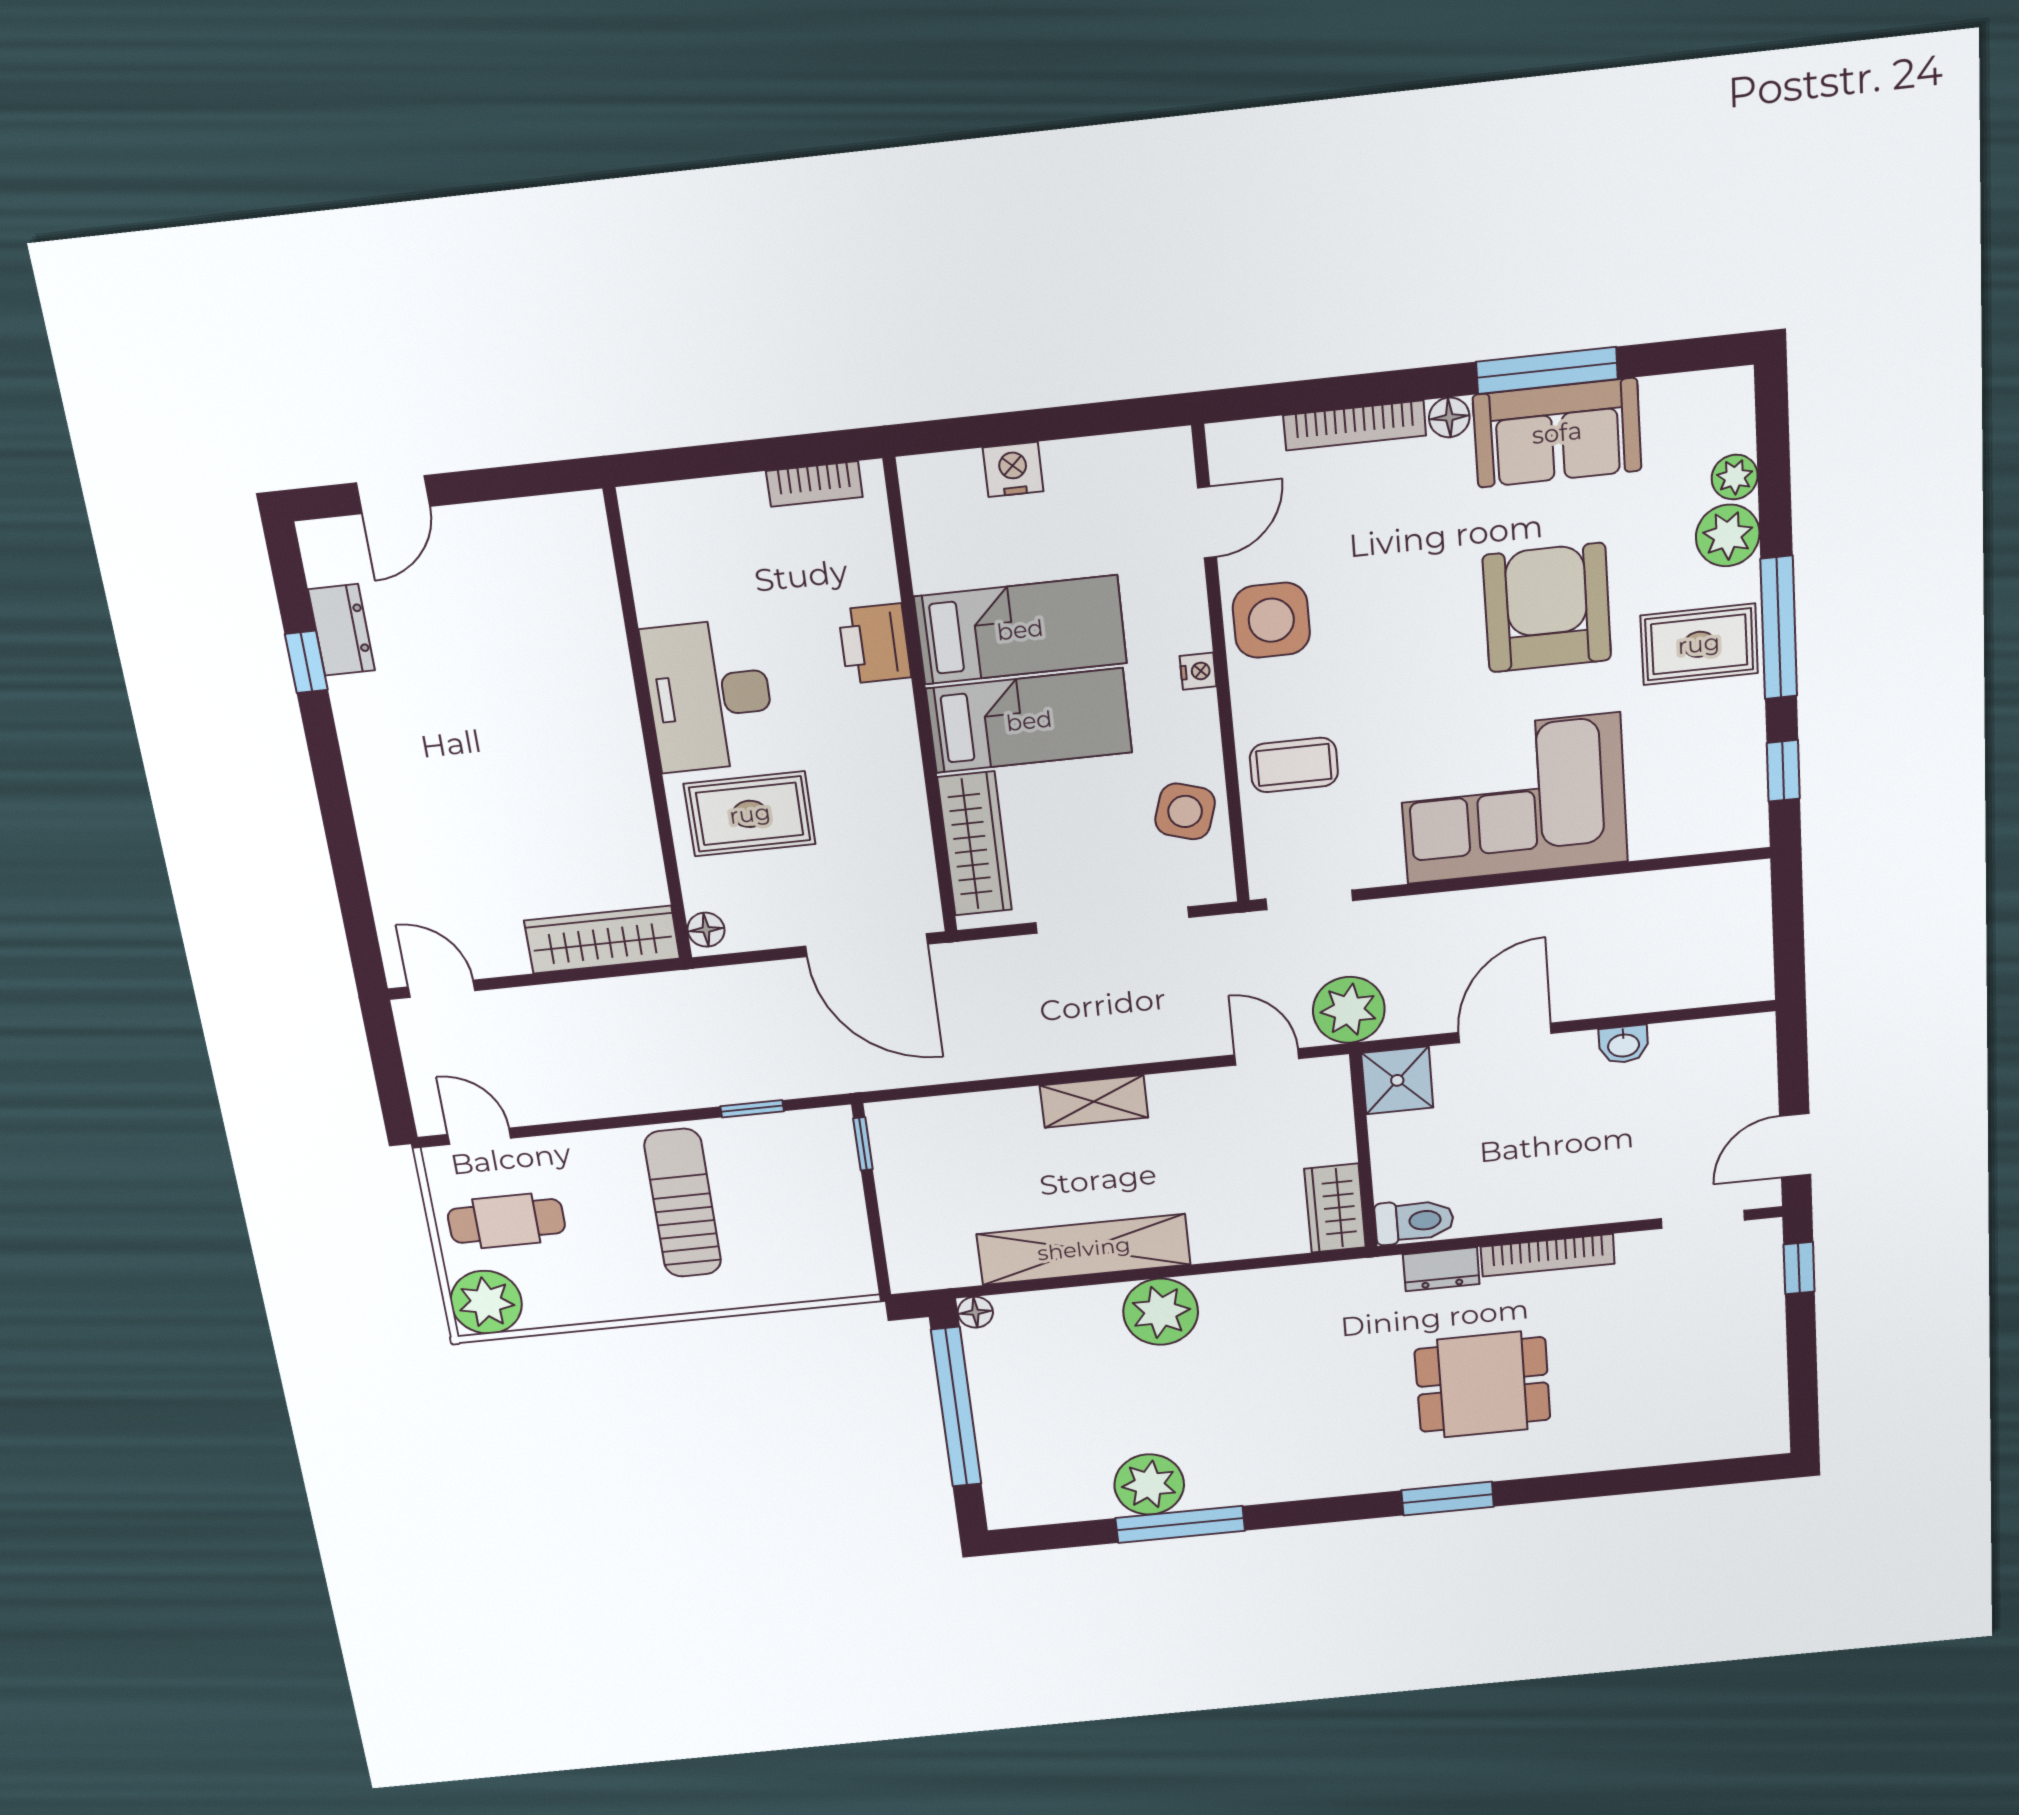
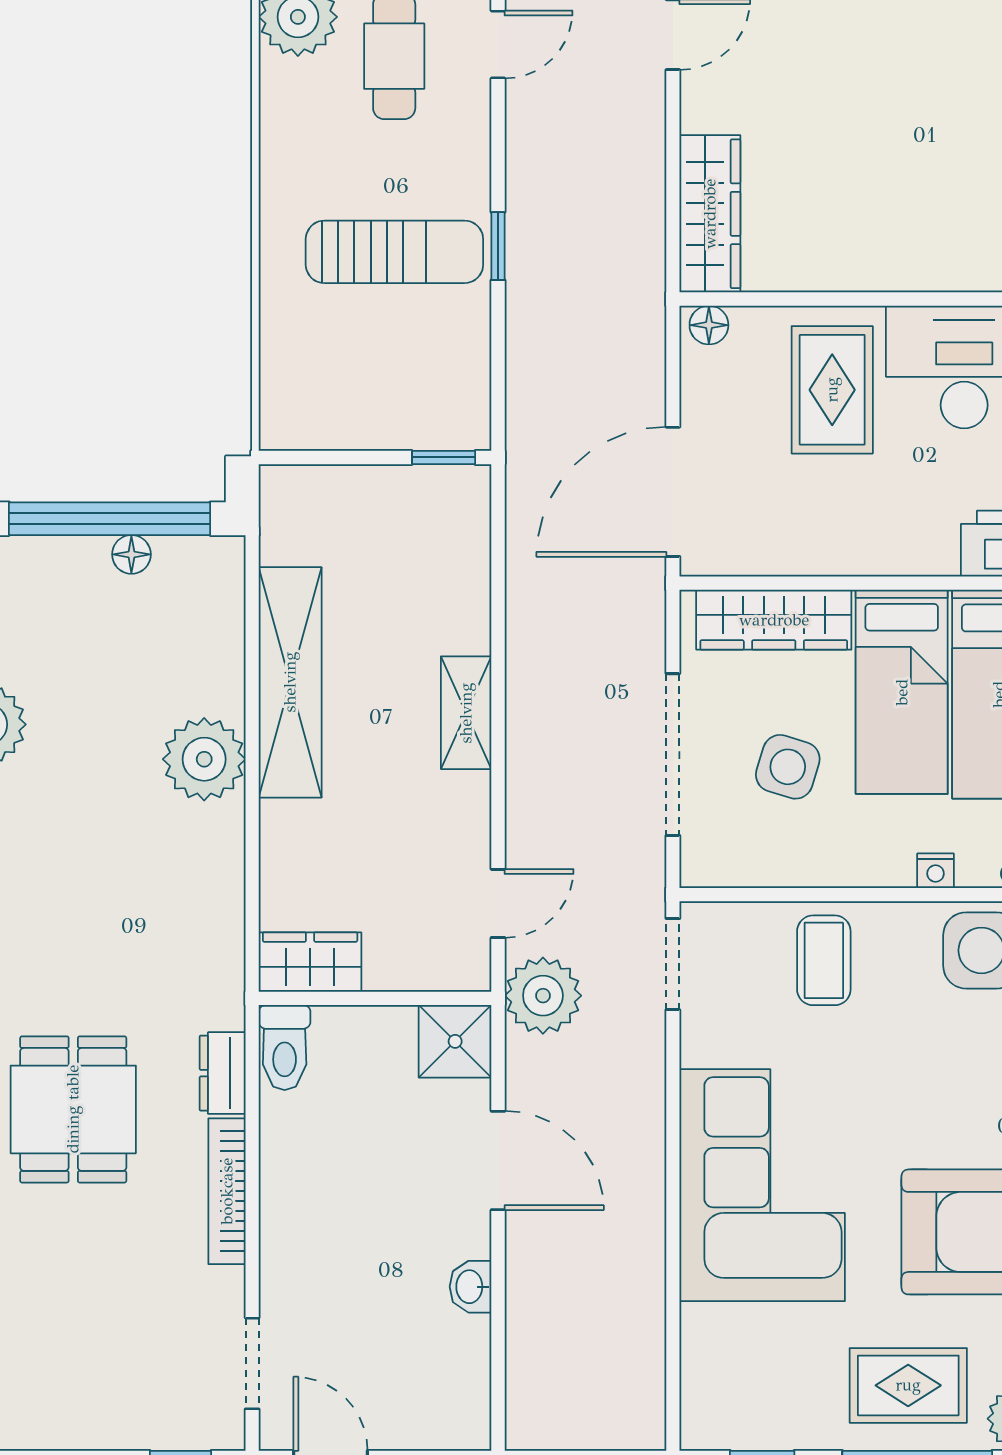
rug: (1699, 644) -> (908, 1385), turned 90
side table: (1185, 811) -> (788, 767), moved
window: (752, 1109) -> (498, 246), moved
floor lamp: (975, 1312) -> (131, 554), moved

